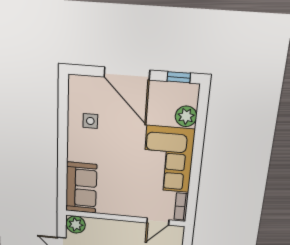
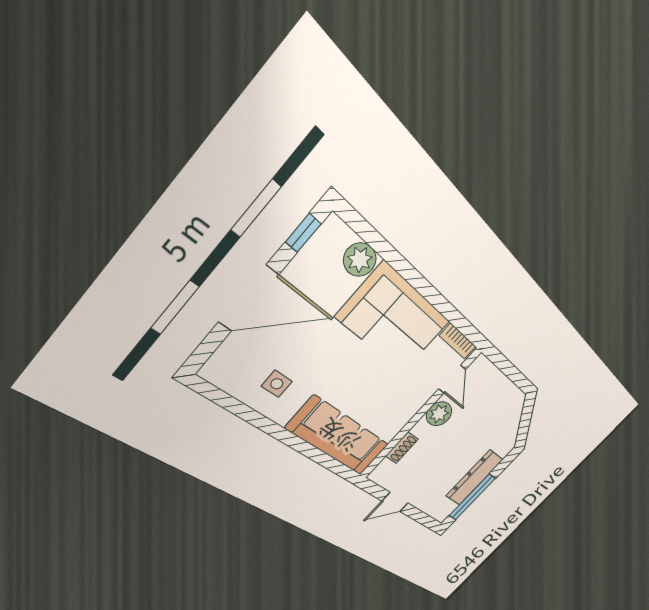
sofa: (81, 188) -> (338, 436), width x1.36
shoe rack: (98, 223) -> (402, 448), added
plant: (76, 225) -> (439, 414), moved

